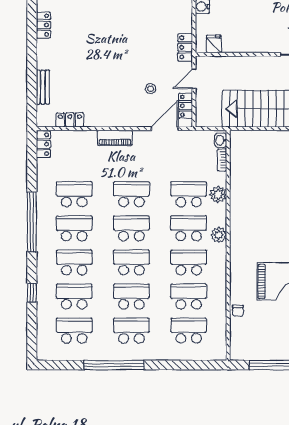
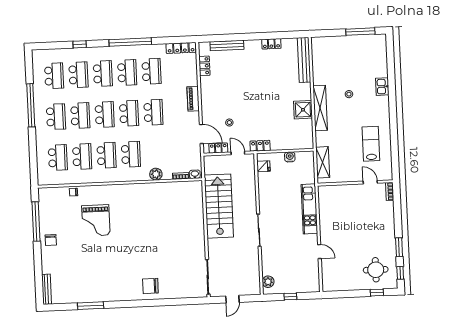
bench: (43, 87) -> (227, 45), width x1.36
locker: (43, 144) -> (181, 48), width x1.53
school desk: (189, 194) -> (155, 153), removed
plant: (219, 235) -> (127, 176), removed

